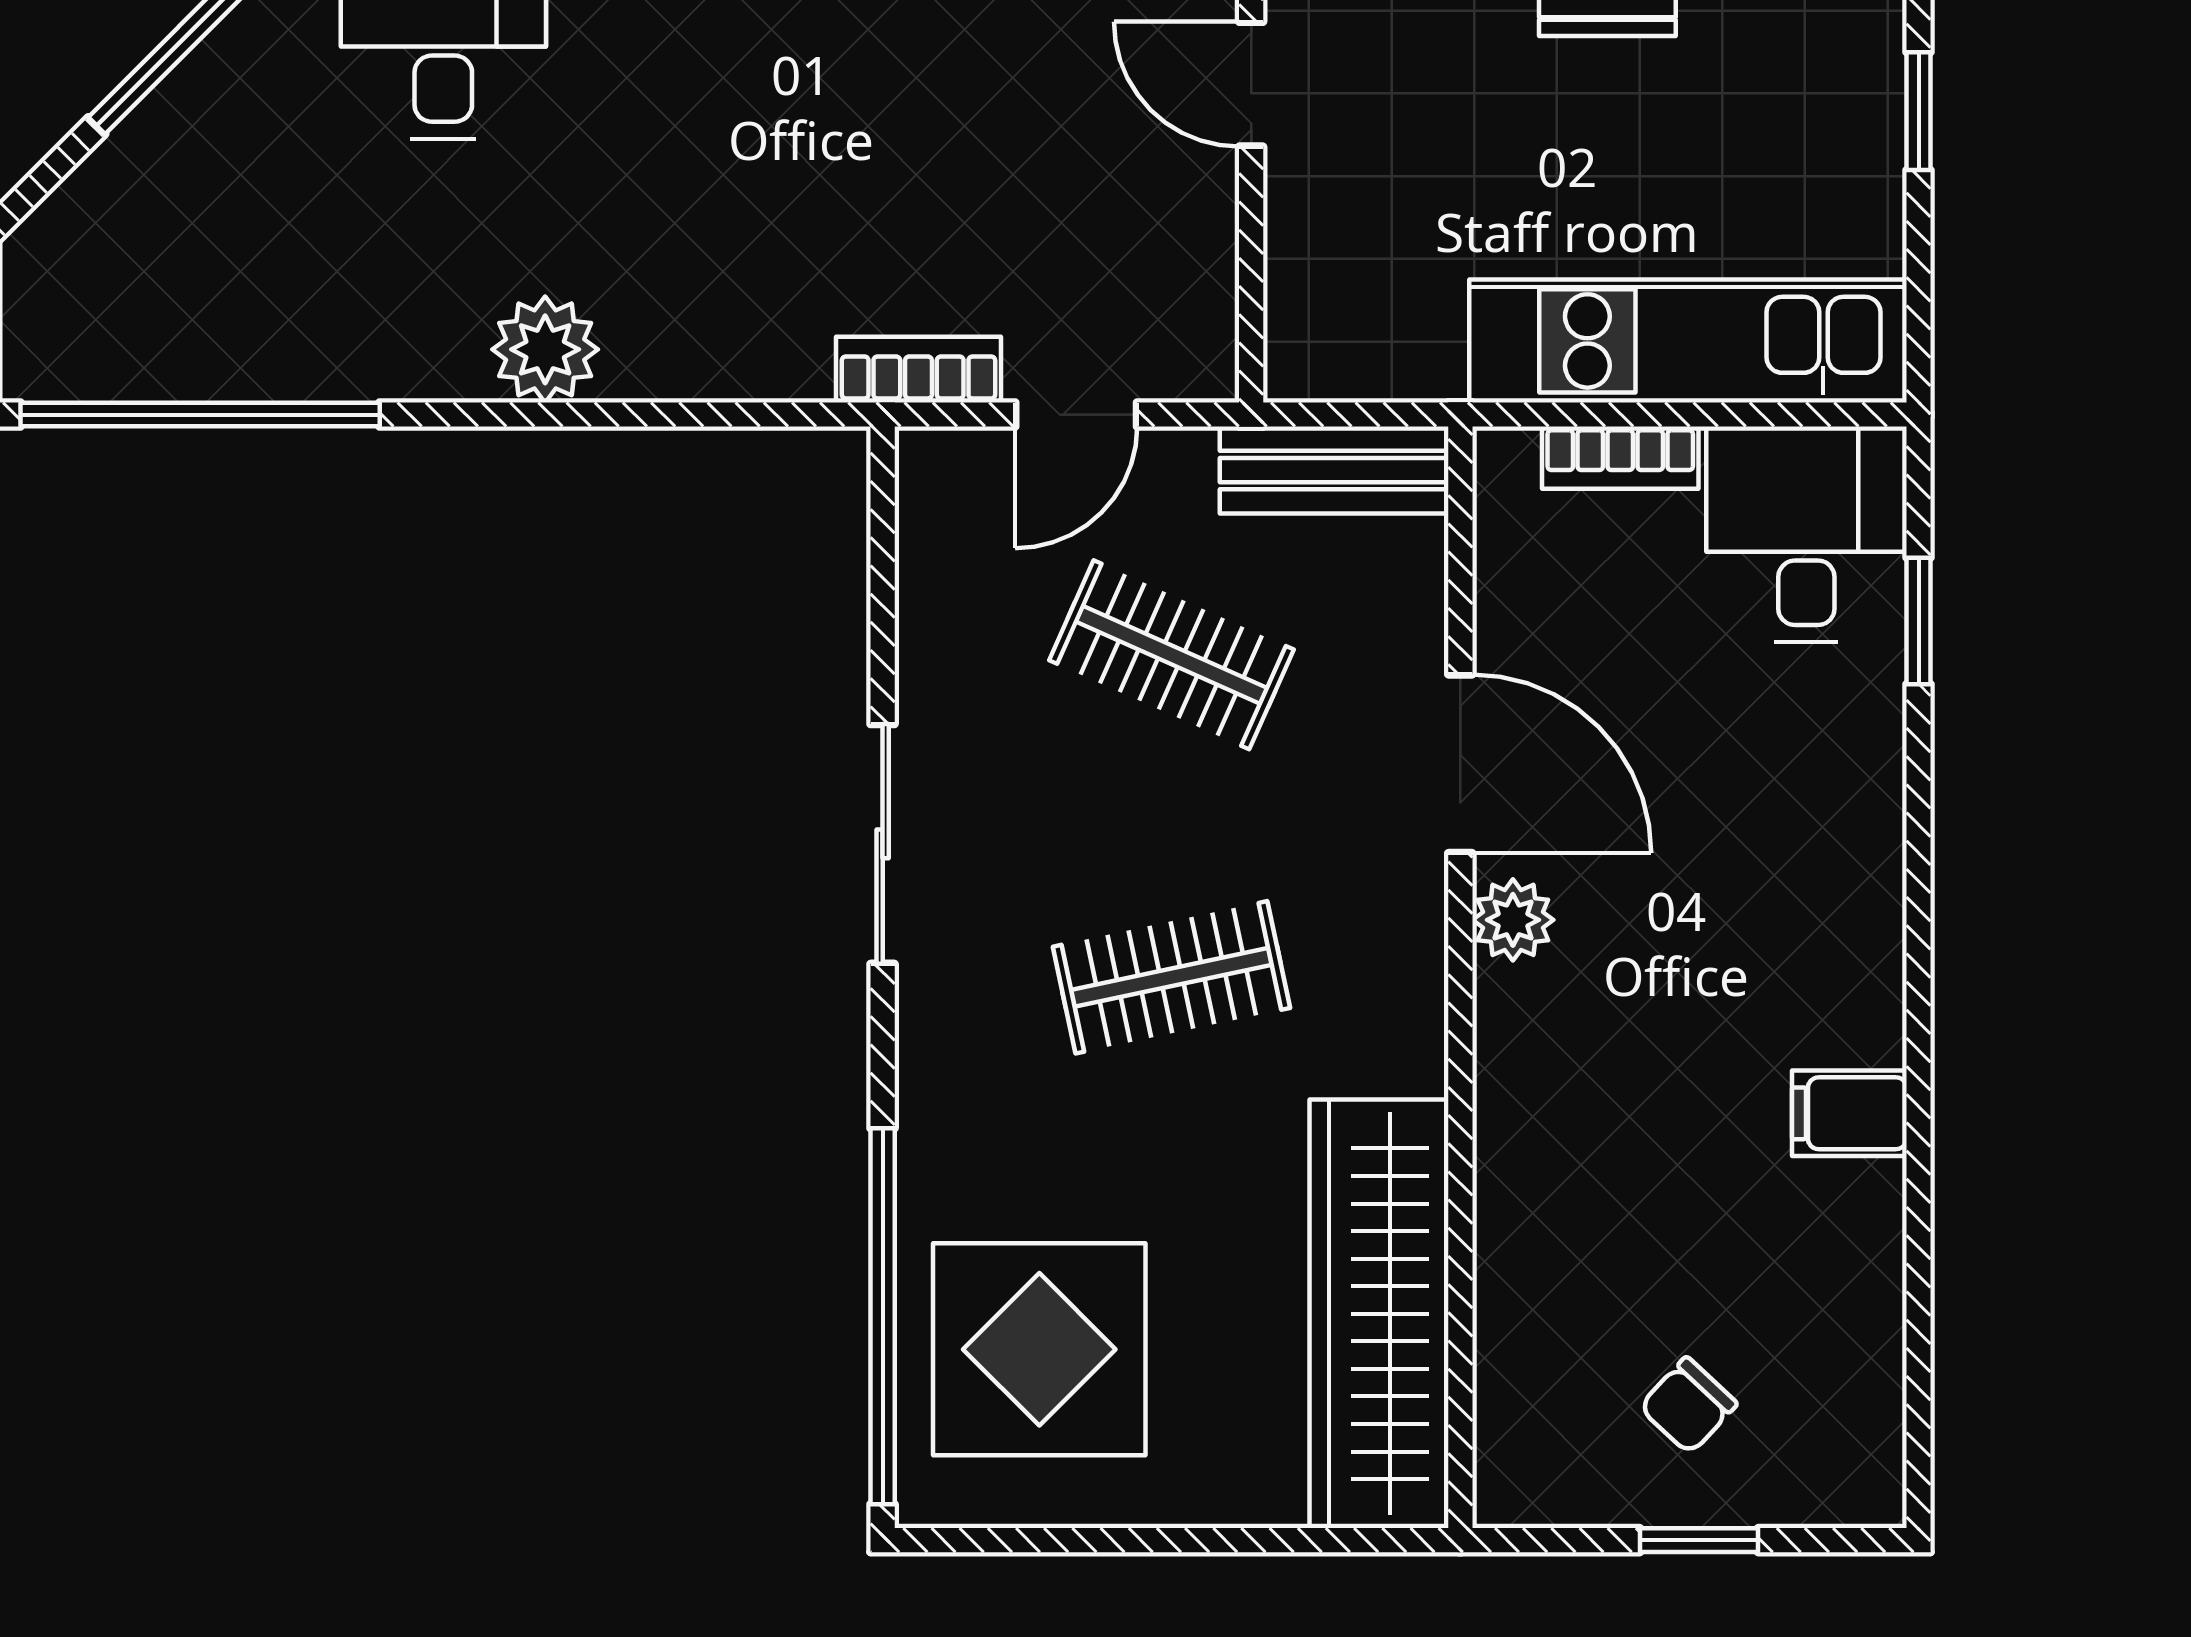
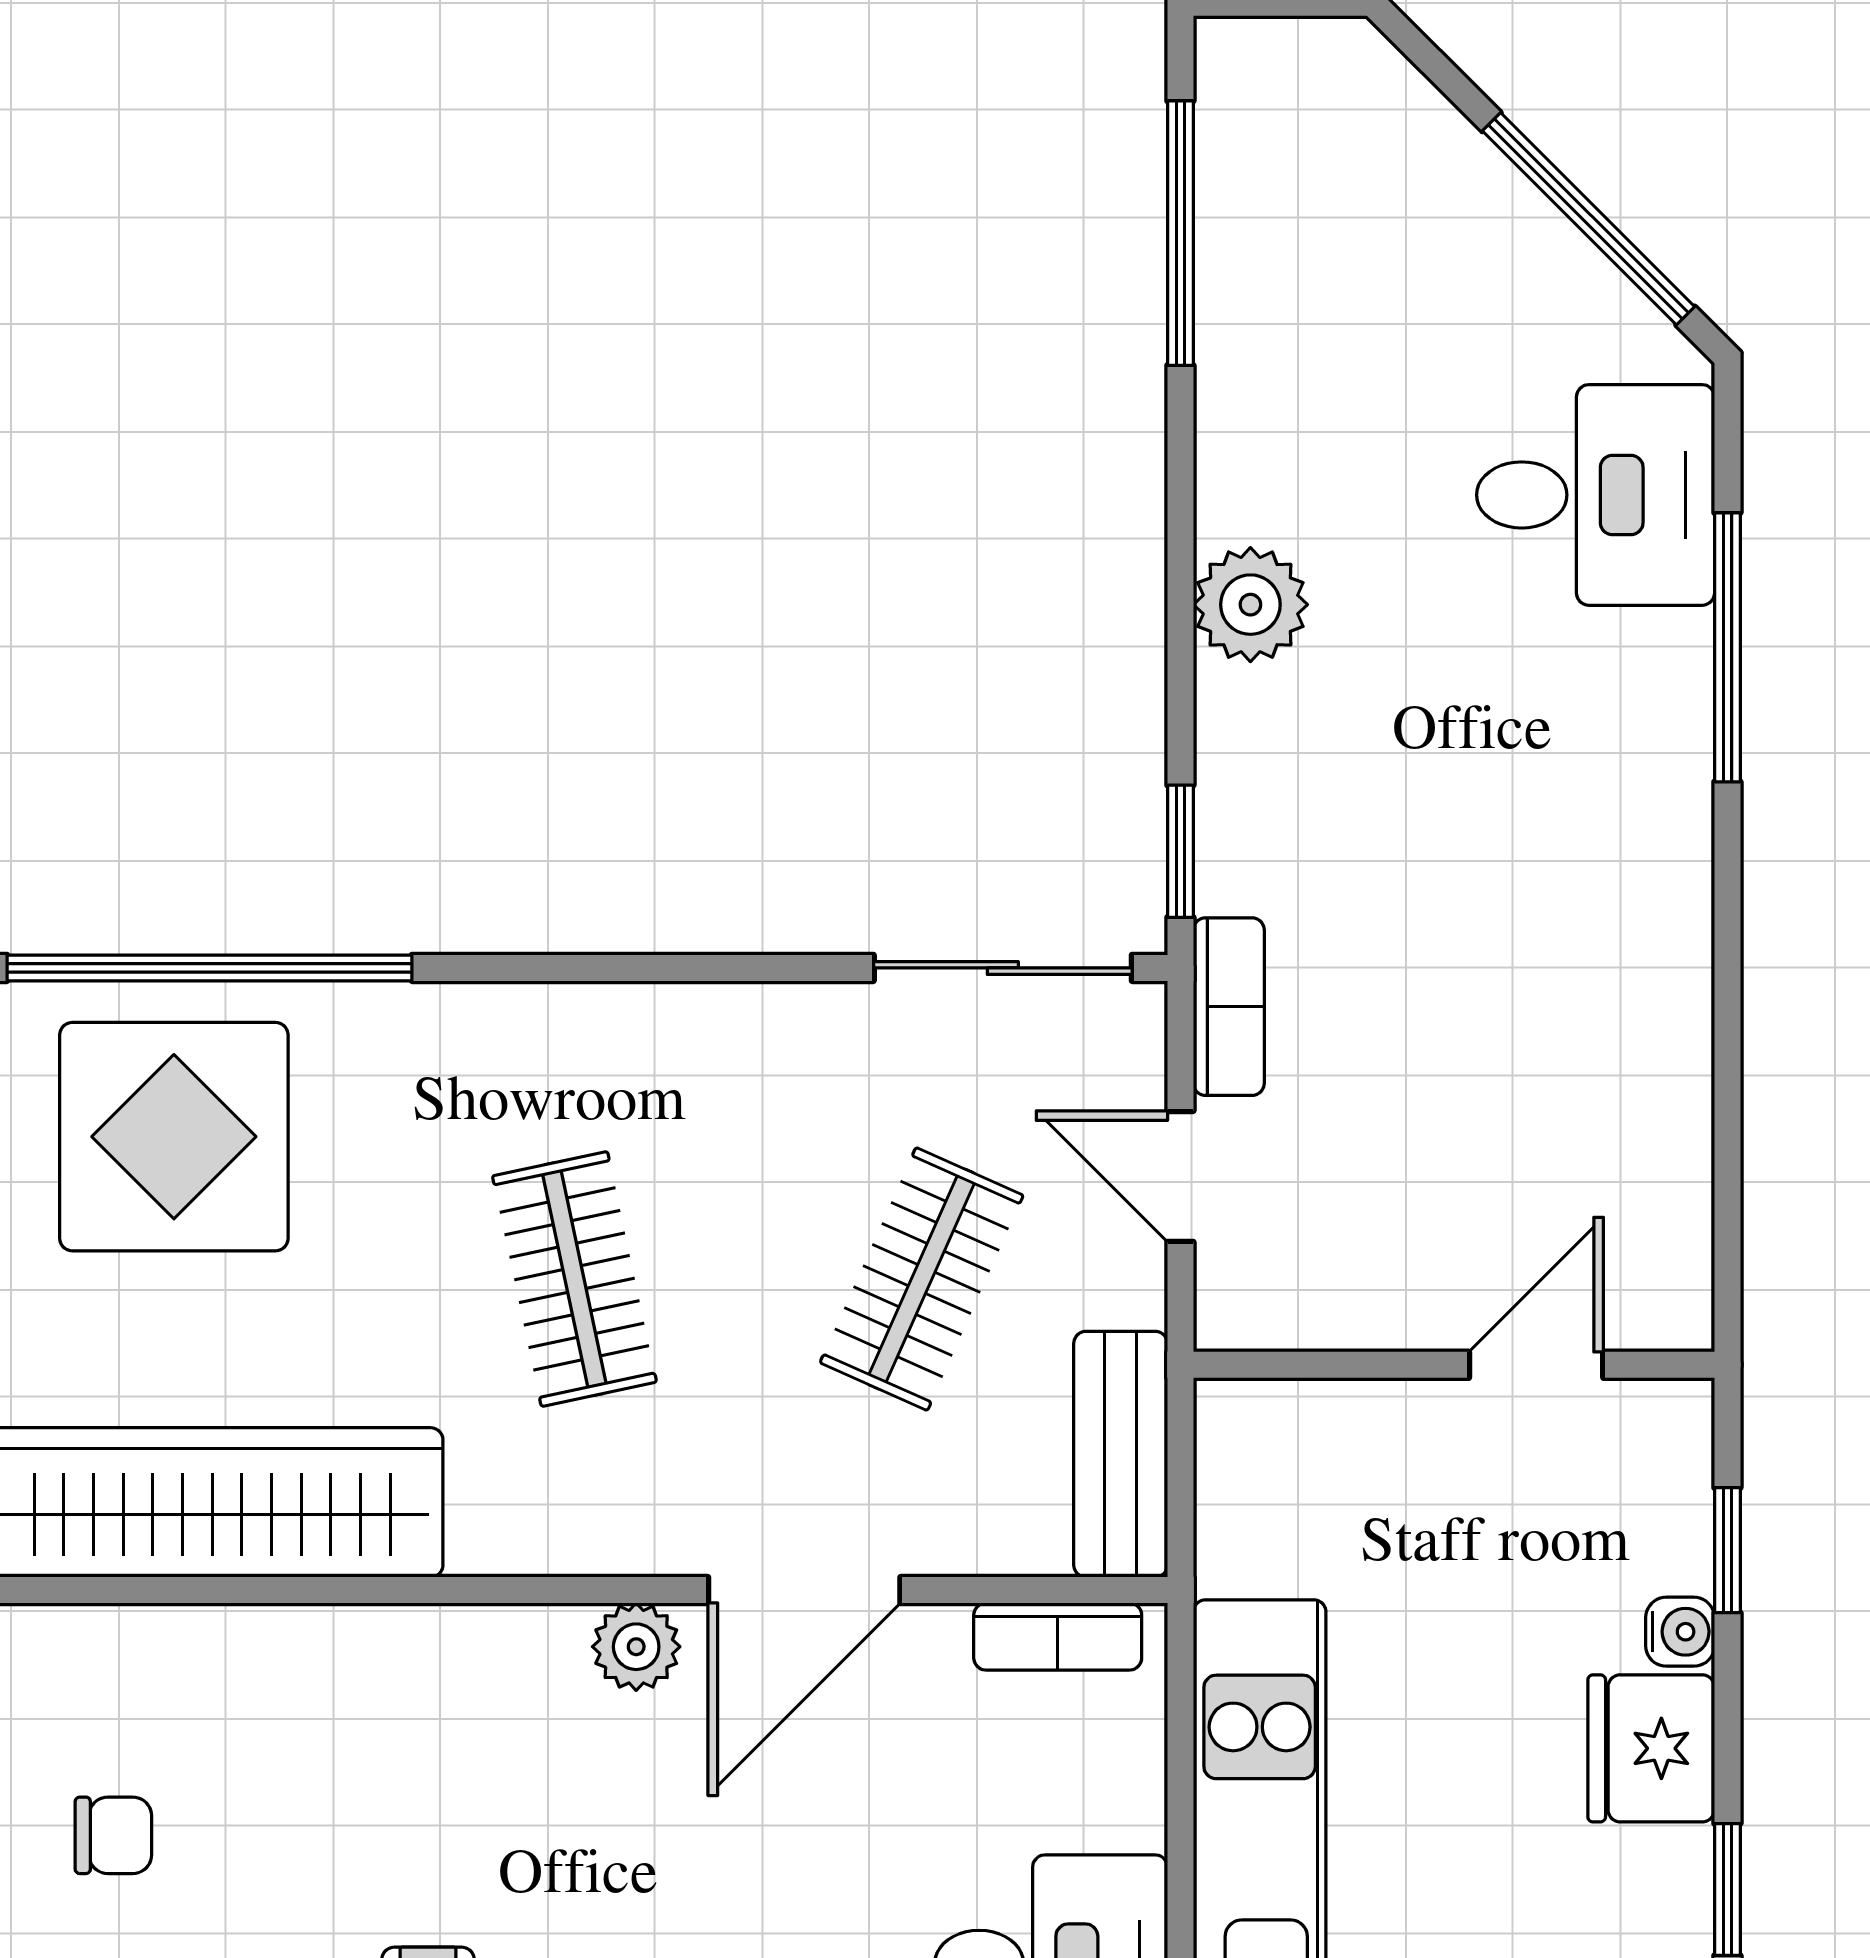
window: (200, 415) -> (1180, 233), width x0.68
window: (774, 415) -> (1180, 851), added
bookcase: (1620, 458) -> (1058, 1637), moved, turned -90
sliding door: (883, 844) -> (1003, 968), moved
chair: (1688, 1405) -> (113, 1835), turned 137

